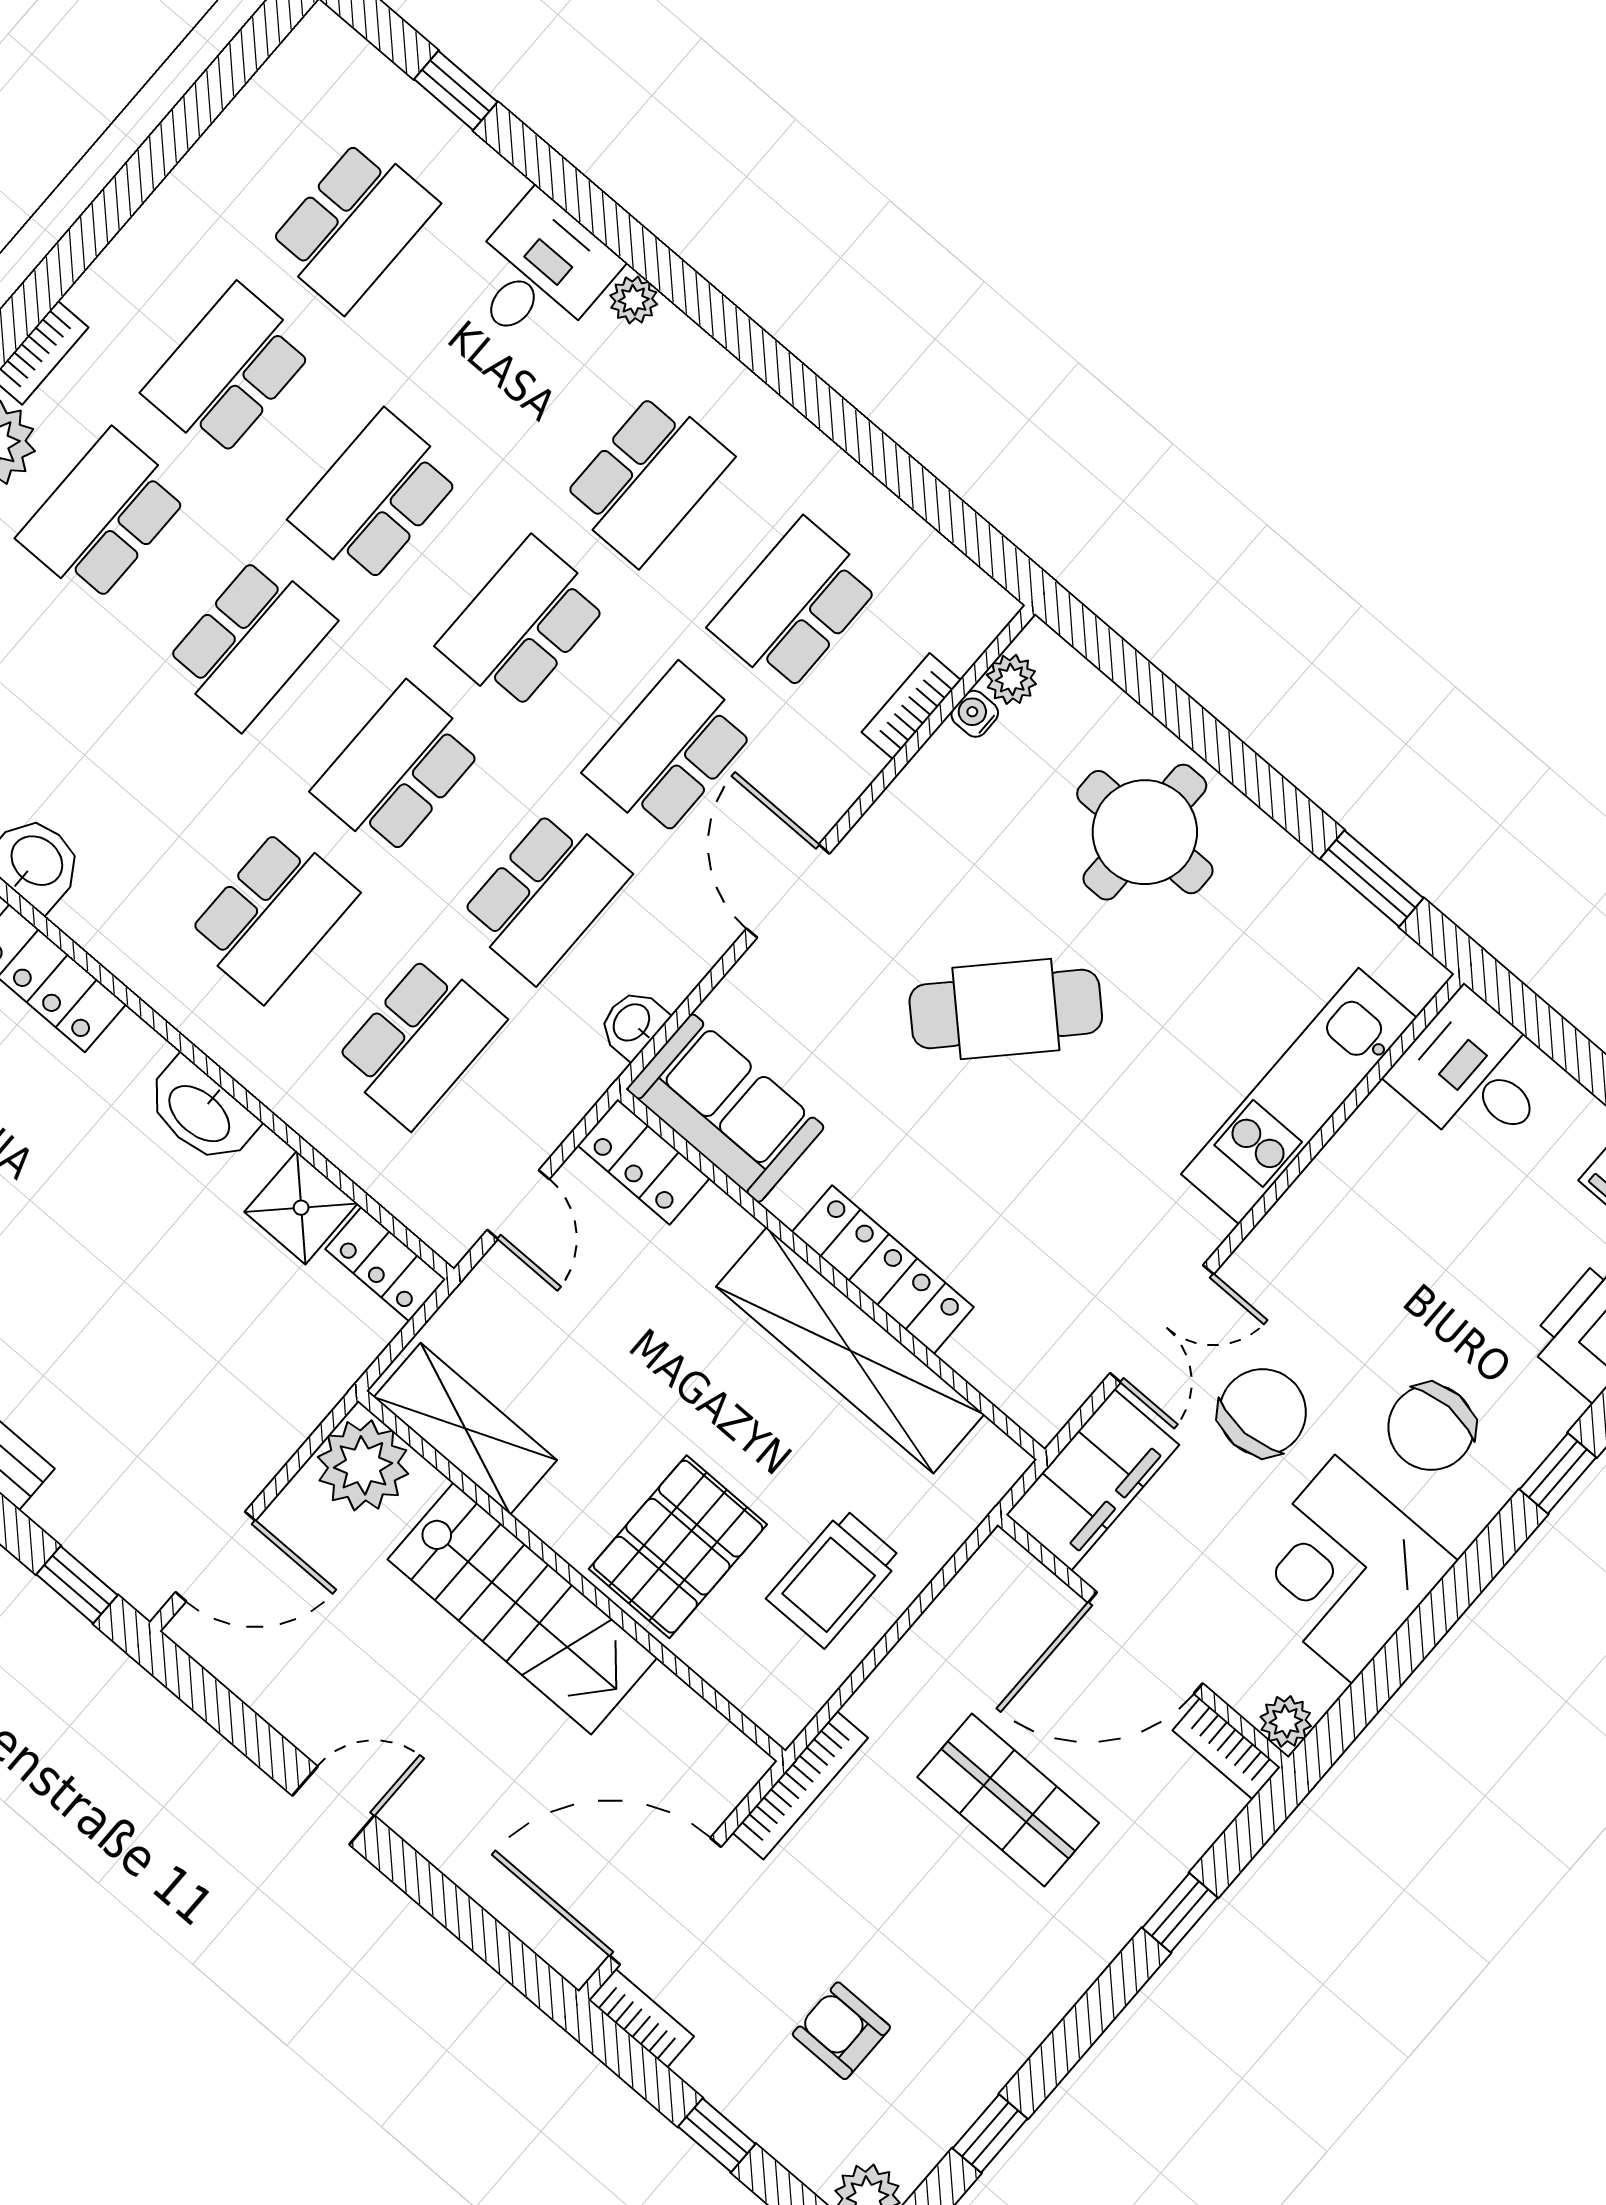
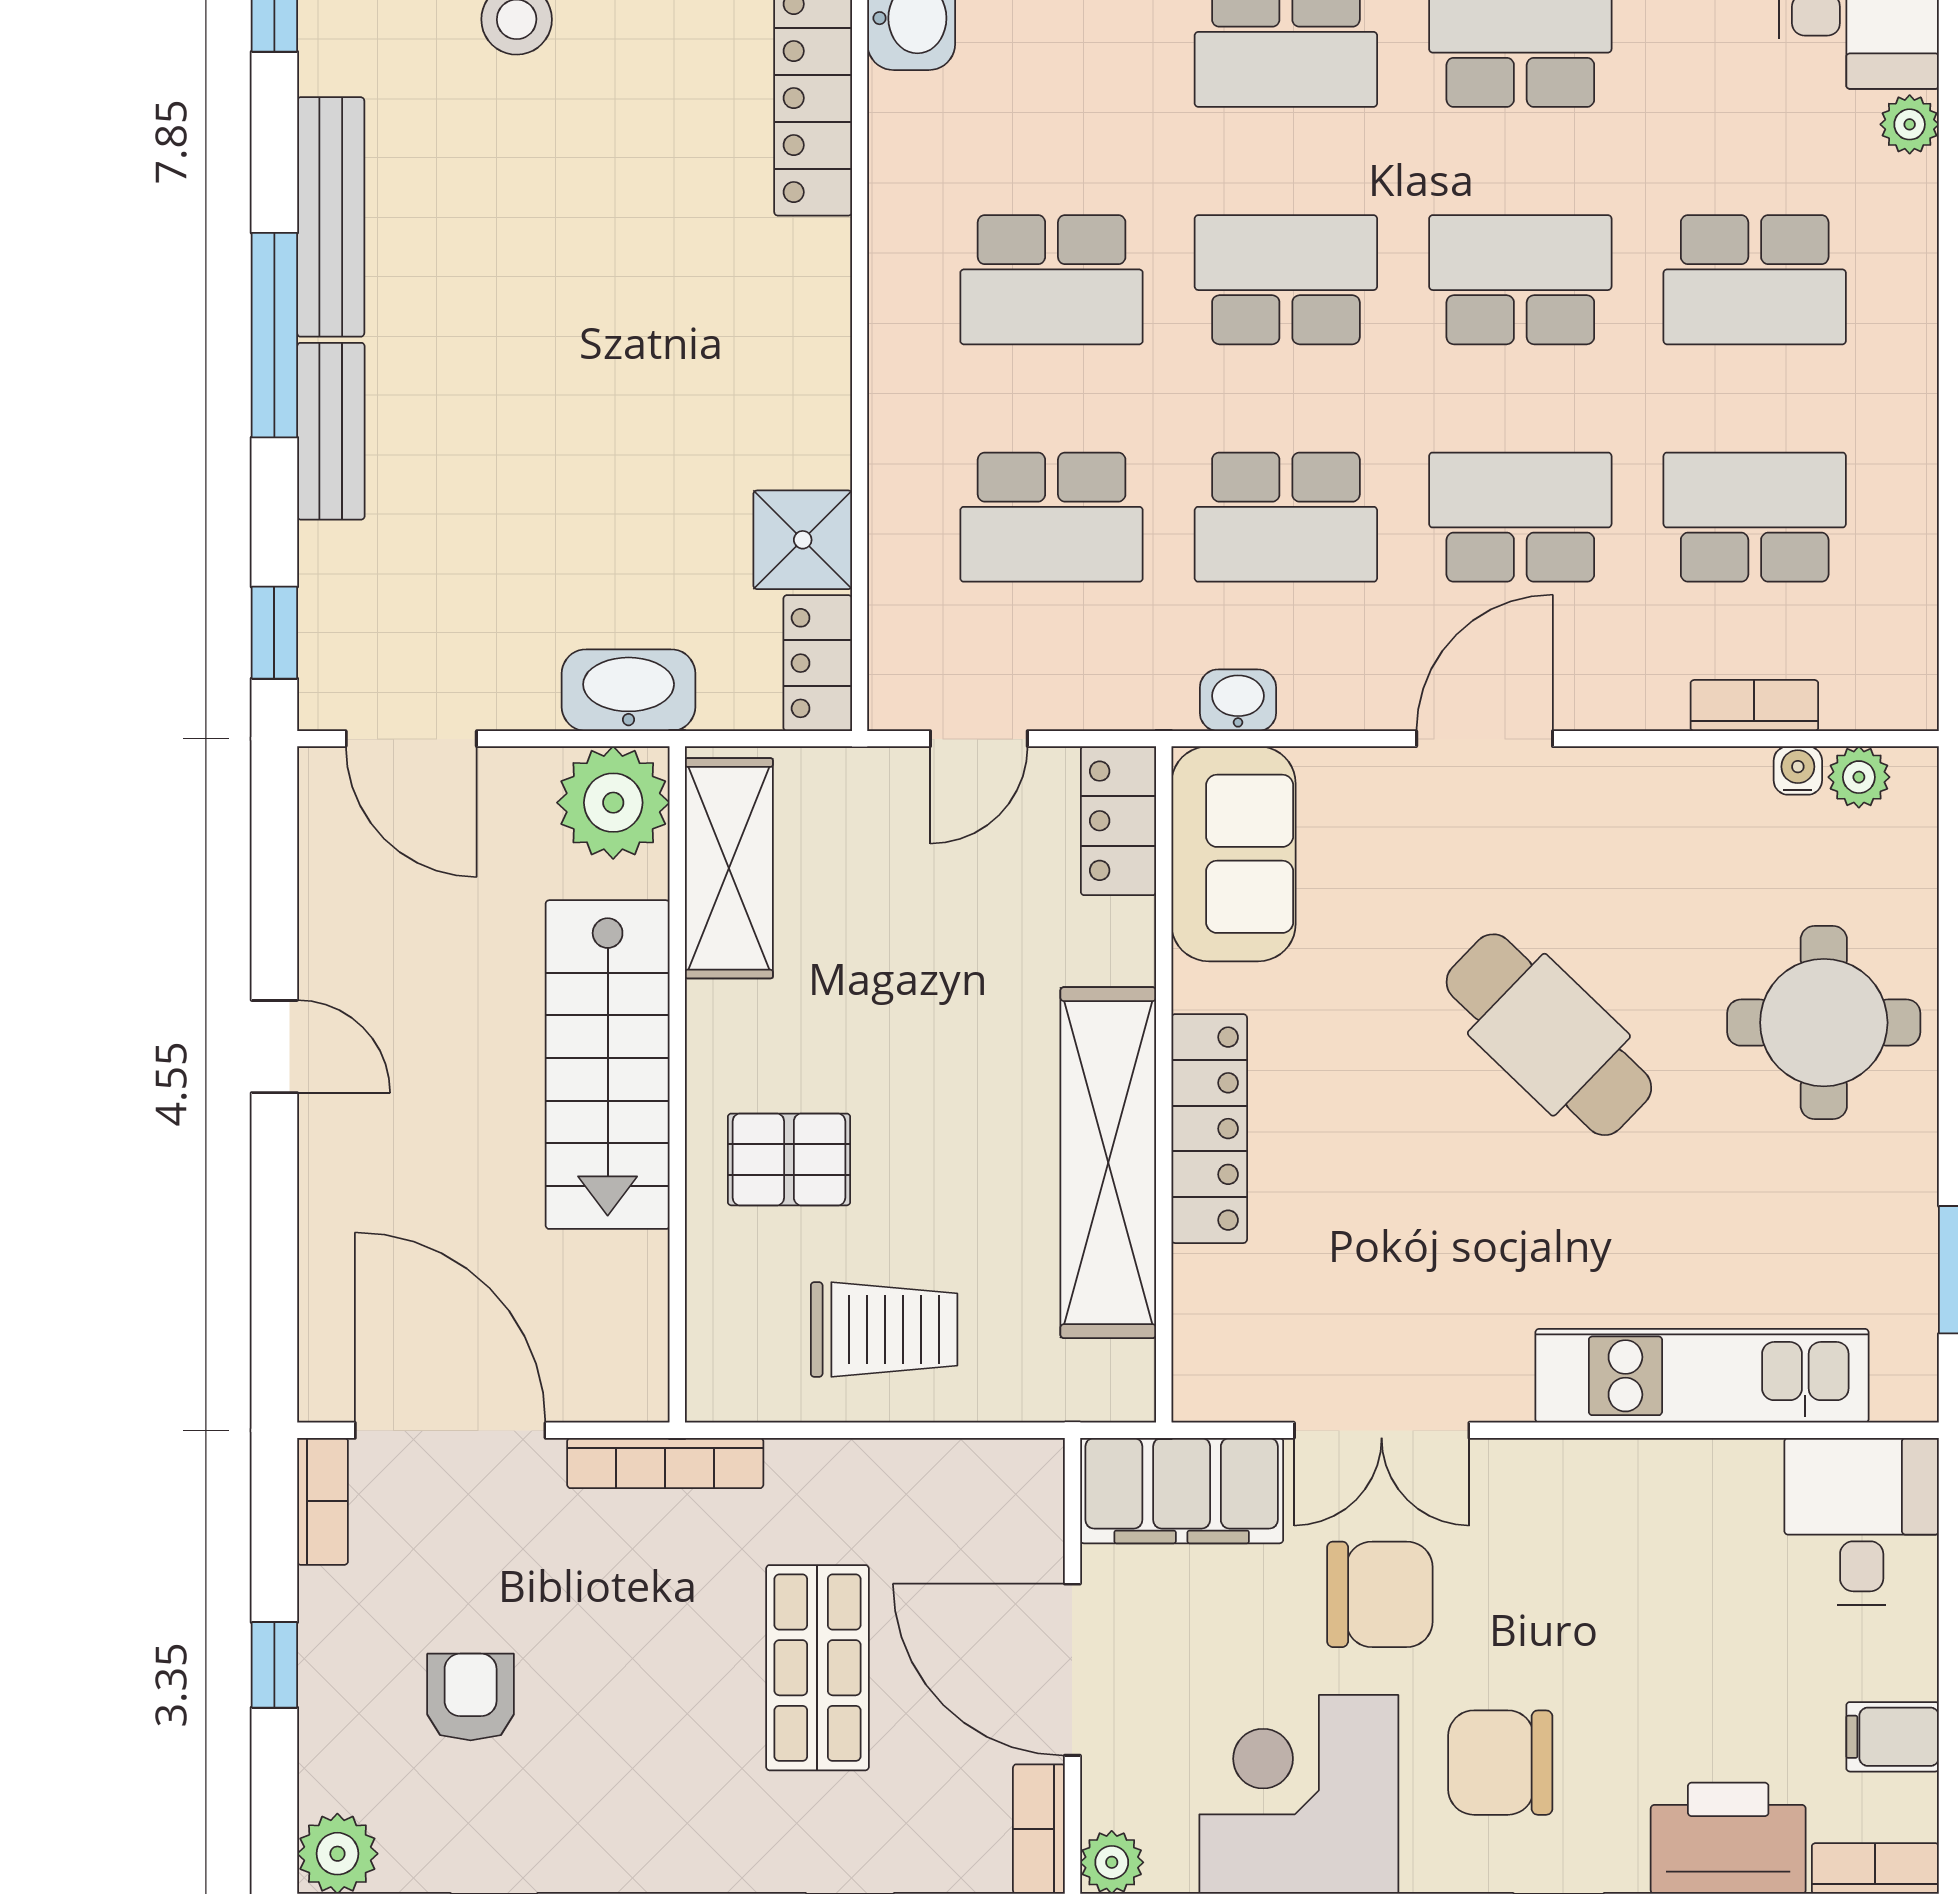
washbasin: (201, 1112) -> (629, 690), moved, turned 90
pallet: (678, 1547) -> (789, 1159), width x0.67, depth x0.71
trolley: (834, 1578) -> (884, 1329), turned 180

